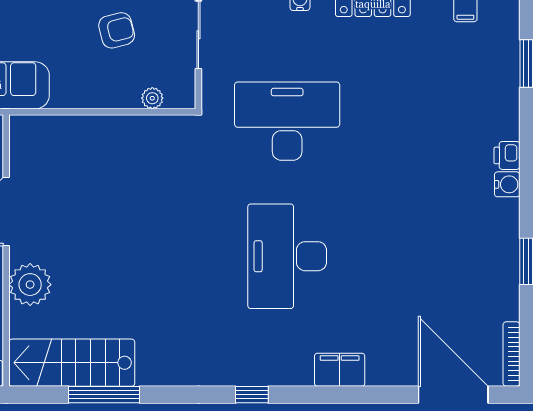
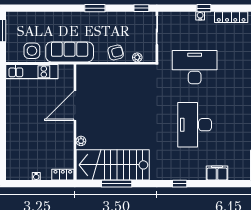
armchair: (117, 30) -> (116, 52), moved
plant: (30, 285) -> (81, 141), width x0.53, depth x0.53
stairs: (72, 363) -> (113, 165), width x1.36, depth x1.51

